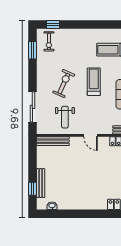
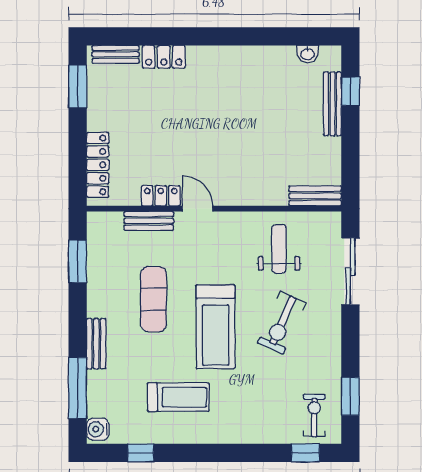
treadmill: (94, 82) -> (216, 327), width x1.37, depth x1.38
door: (91, 135) -> (197, 209), moved
bench: (53, 141) -> (315, 196), width x0.73

